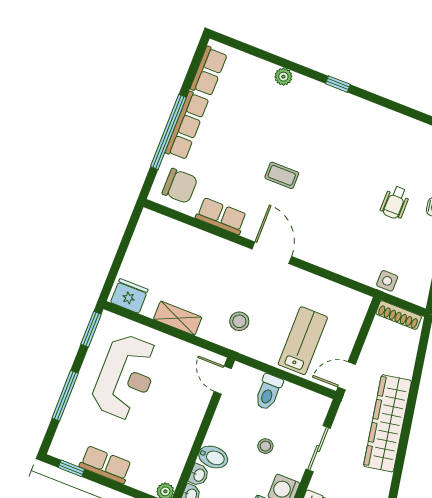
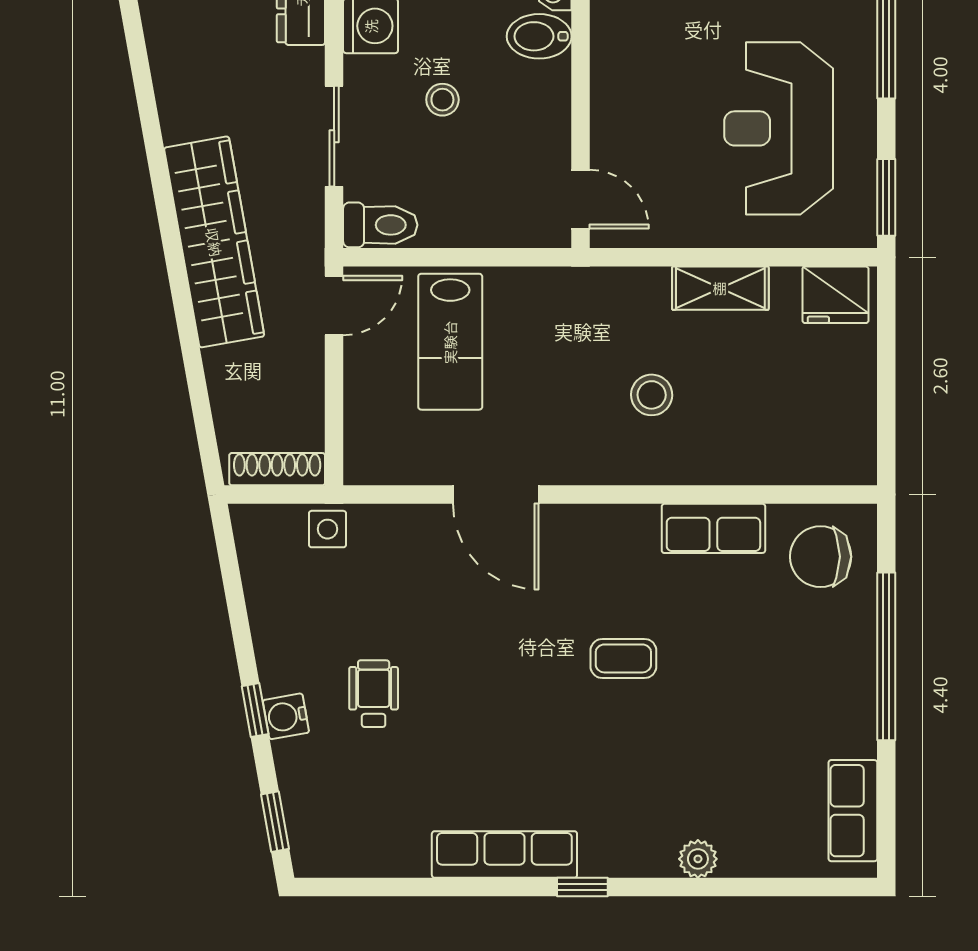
row of seats: (187, 126) -> (504, 854), moved, turned 90
door: (272, 253) -> (496, 495), moved
stool: (239, 321) -> (652, 395), moved
toilet: (268, 392) -> (380, 225), moved, turned 90

